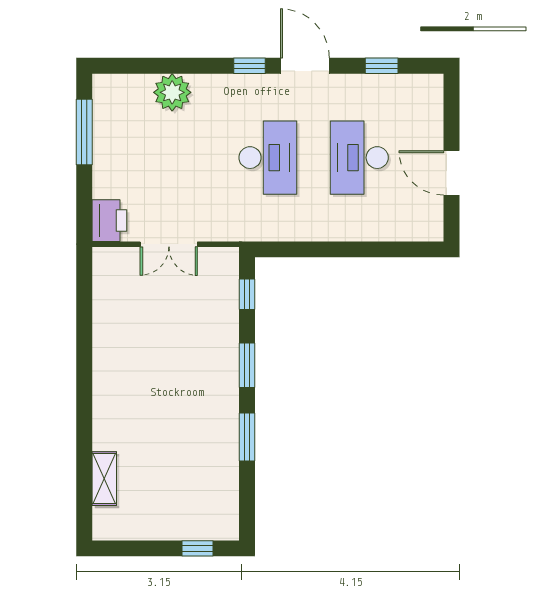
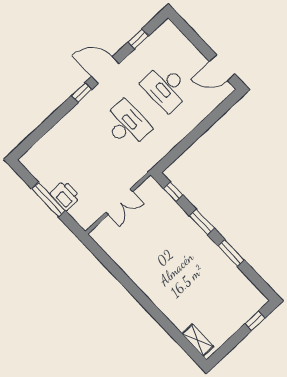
plant: (172, 92) -> (59, 135), removed
window: (84, 132) -> (48, 200), moved
door: (451, 173) -> (222, 68), moved
printer: (109, 221) -> (65, 195), moved
shelving: (104, 479) -> (198, 340), moved

